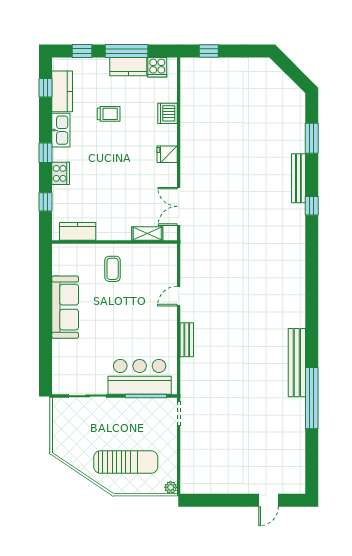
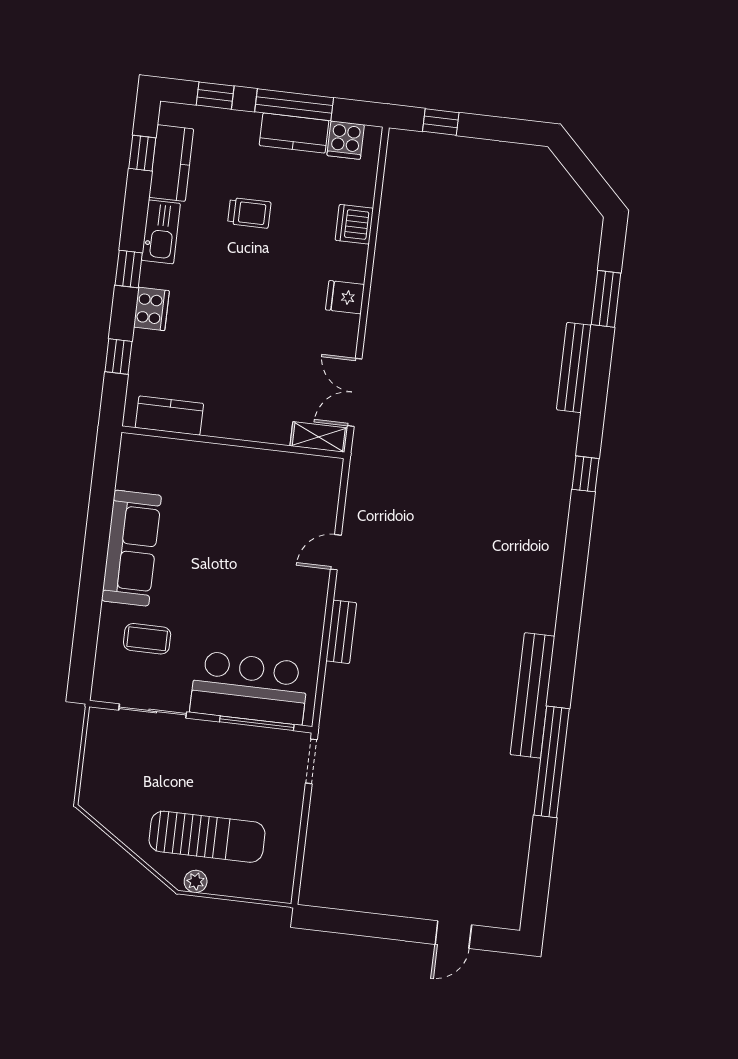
window: (312, 206) -> (585, 474), moved
shelving: (147, 233) -> (319, 437), moved
coffee table: (113, 269) -> (147, 639), moved, turned 90
plant: (171, 487) -> (196, 881), moved

